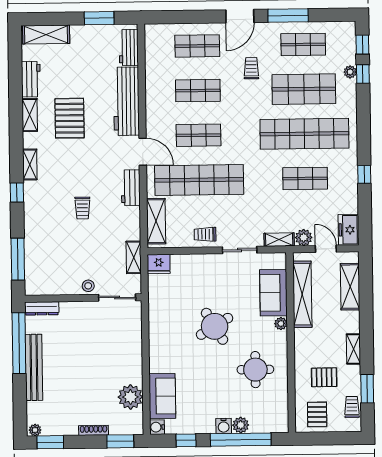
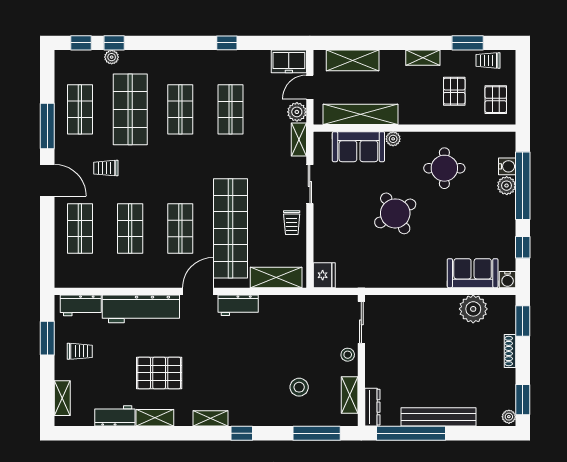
shelving: (46, 35) -> (62, 398), width x0.67, depth x0.75
shop shelf: (304, 134) -> (180, 109), width x0.50, depth x0.74
trolley: (82, 208) -> (80, 351), moved
stool: (59, 243) -> (299, 387), added
shelving: (134, 257) -> (350, 395), moved, turned 90
pallet: (317, 414) -> (496, 100), turned 90
water cooler: (224, 426) -> (507, 166), moved

